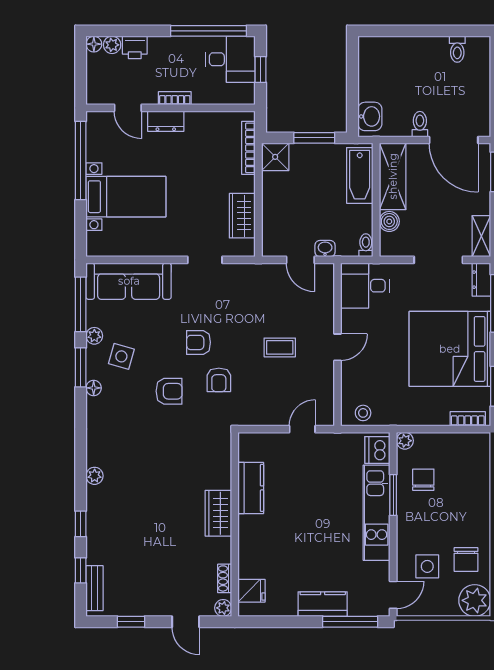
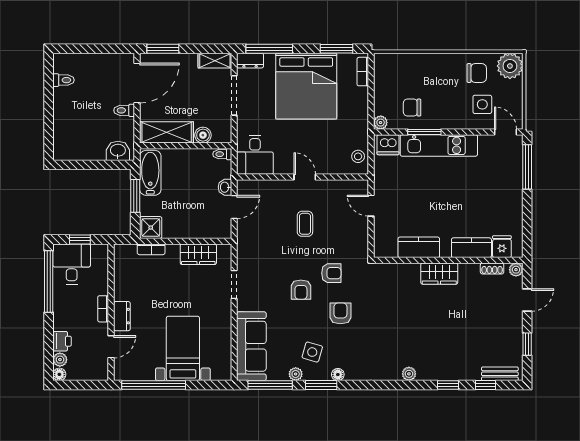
bookcase: (248, 148) -> (151, 249), width x0.64
bathtub: (360, 175) -> (150, 173), moved, turned -90
kitchen counter: (323, 604) -> (471, 248), moved, turned 90

